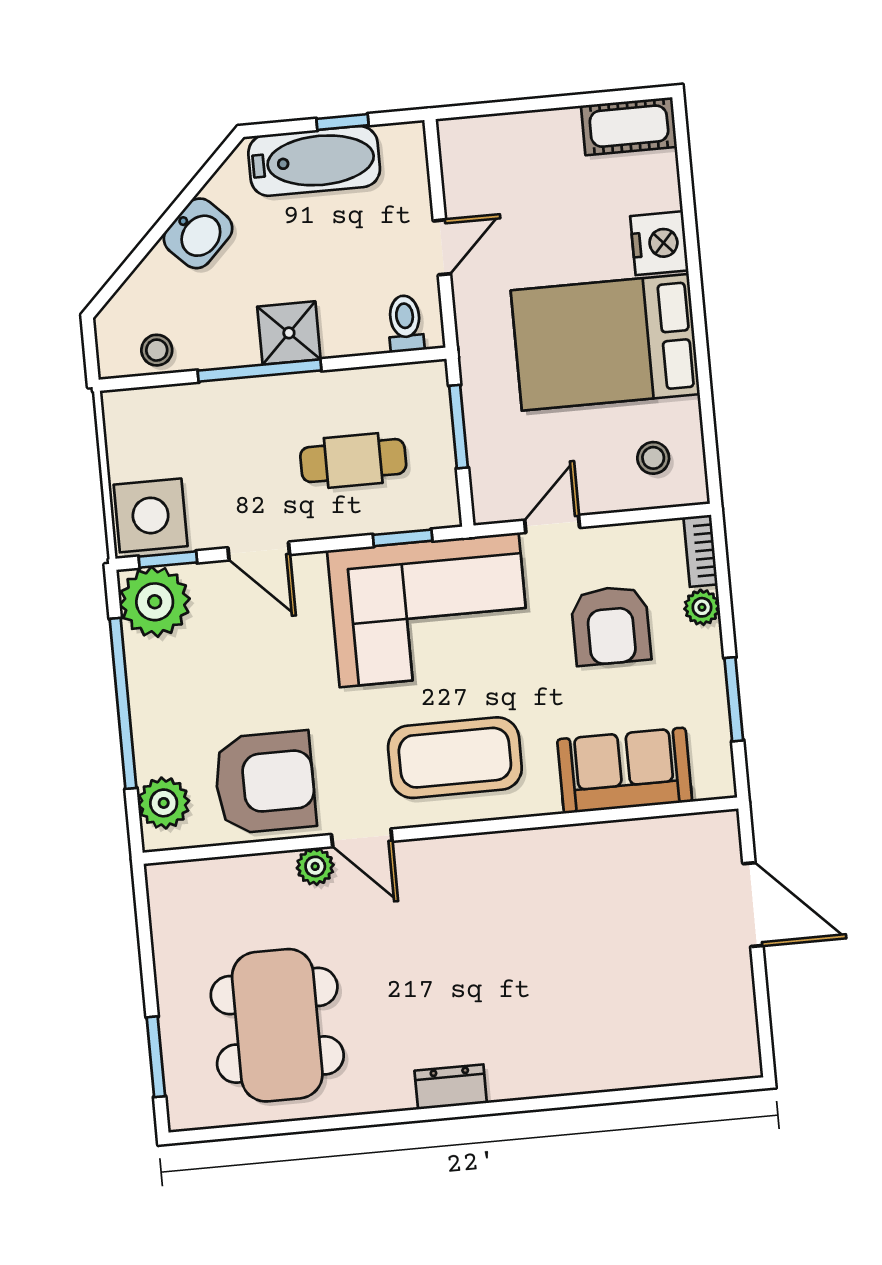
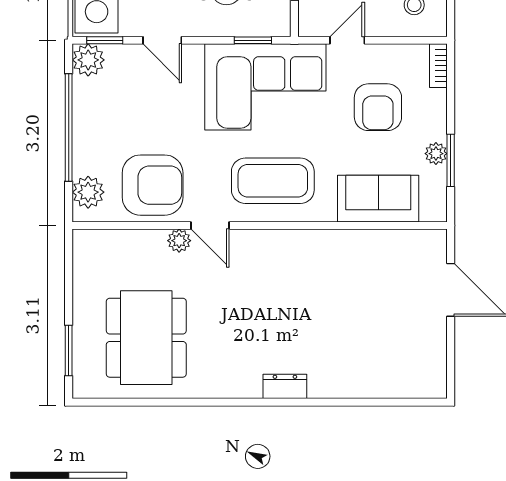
plant: (155, 602) -> (88, 60), width x0.73, depth x0.73
plant: (702, 607) -> (436, 154), moved
dresser: (451, 1087) -> (285, 386), moved

